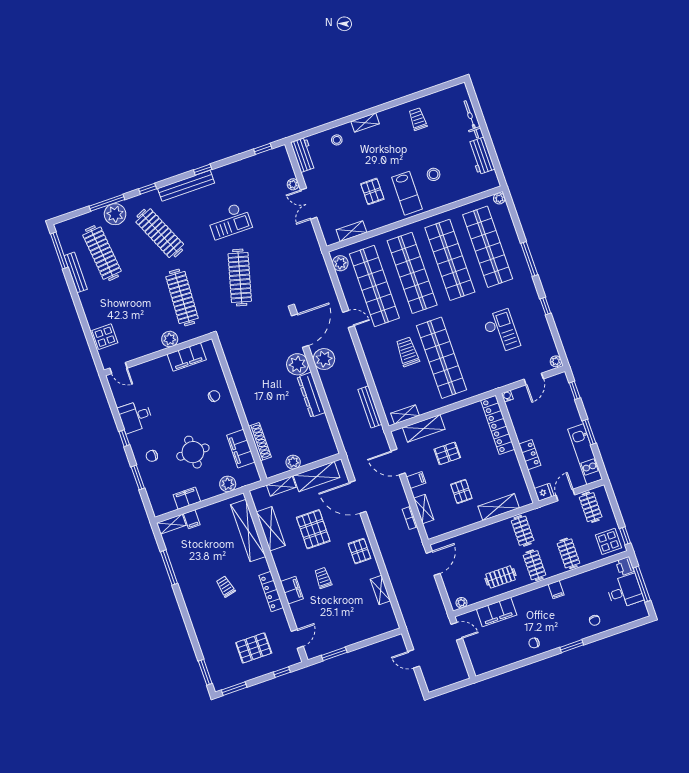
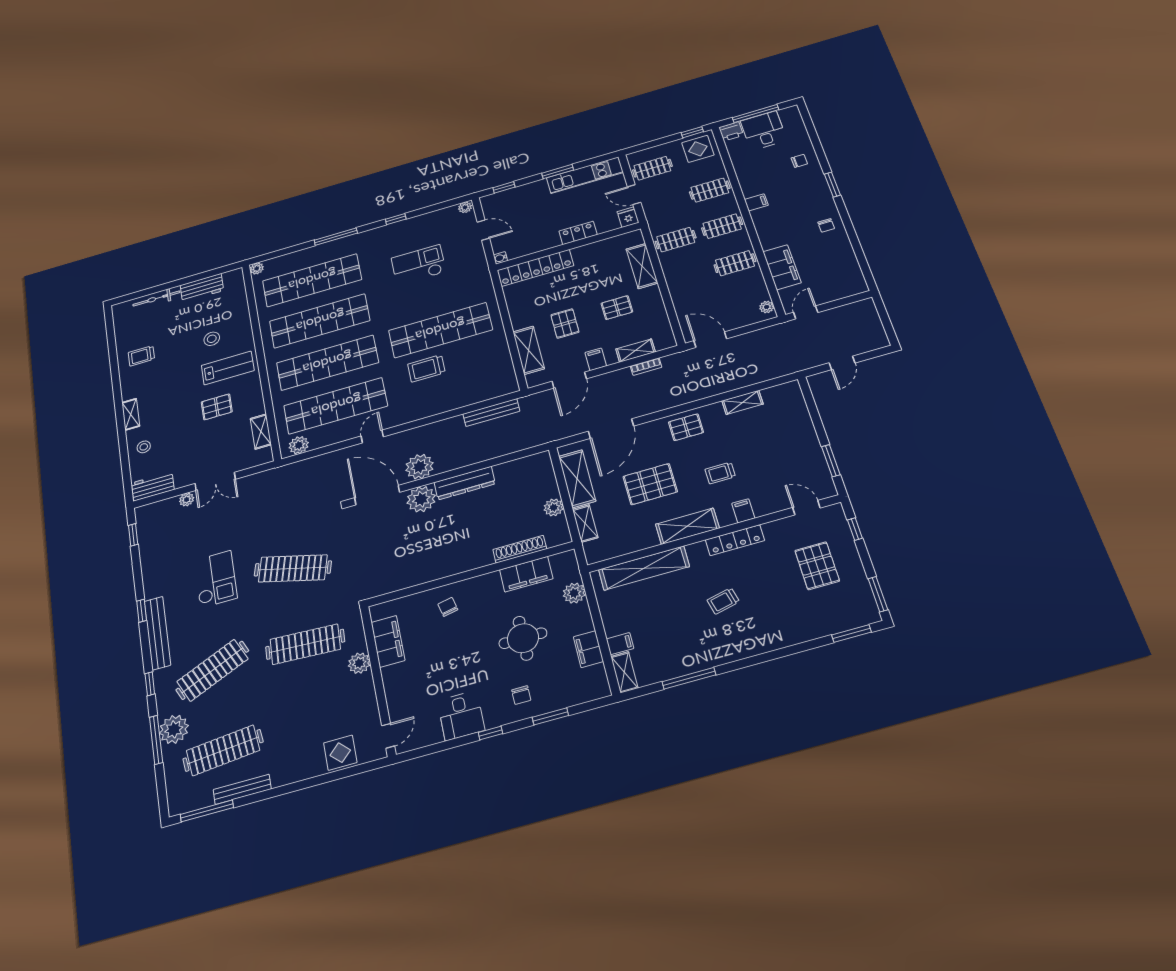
shelving: (405, 414) -> (507, 372), removed
shelving: (271, 529) -> (687, 526), moved
clothes rail: (500, 577) -> (735, 263), turned 90
filing cabinet: (292, 590) -> (743, 511), width x0.50

